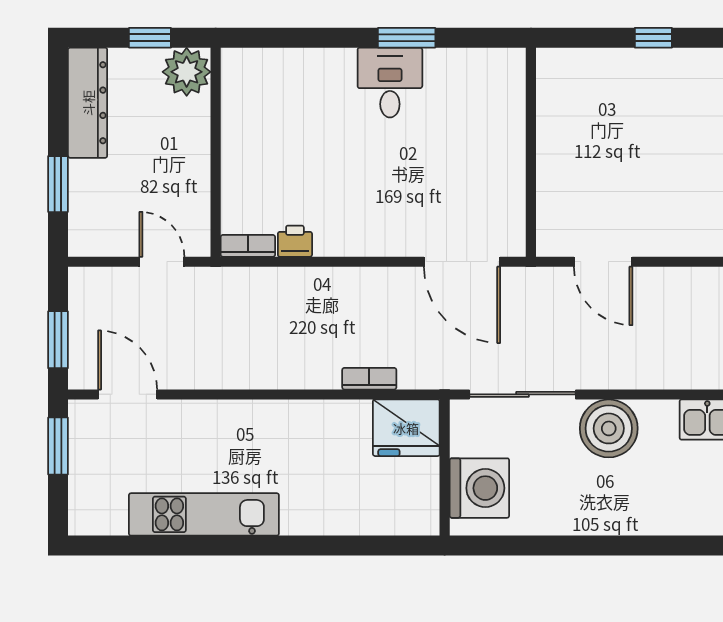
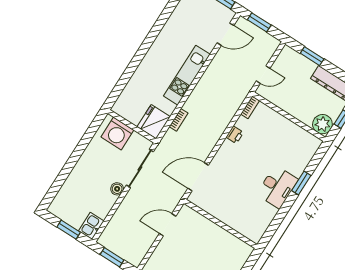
window: (407, 38) -> (301, 183), moved
desk: (390, 83) -> (277, 187), width x1.37
printer: (295, 241) -> (235, 135), moved
boiler: (609, 428) -> (117, 189), width x0.54, depth x0.54
kitchen unit: (204, 514) -> (187, 75), moved, turned 180

